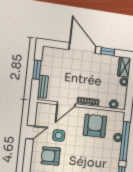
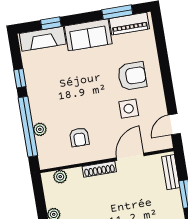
armchair: (95, 126) -> (79, 137), width x0.53, depth x0.53
door: (30, 132) -> (174, 124), moved

